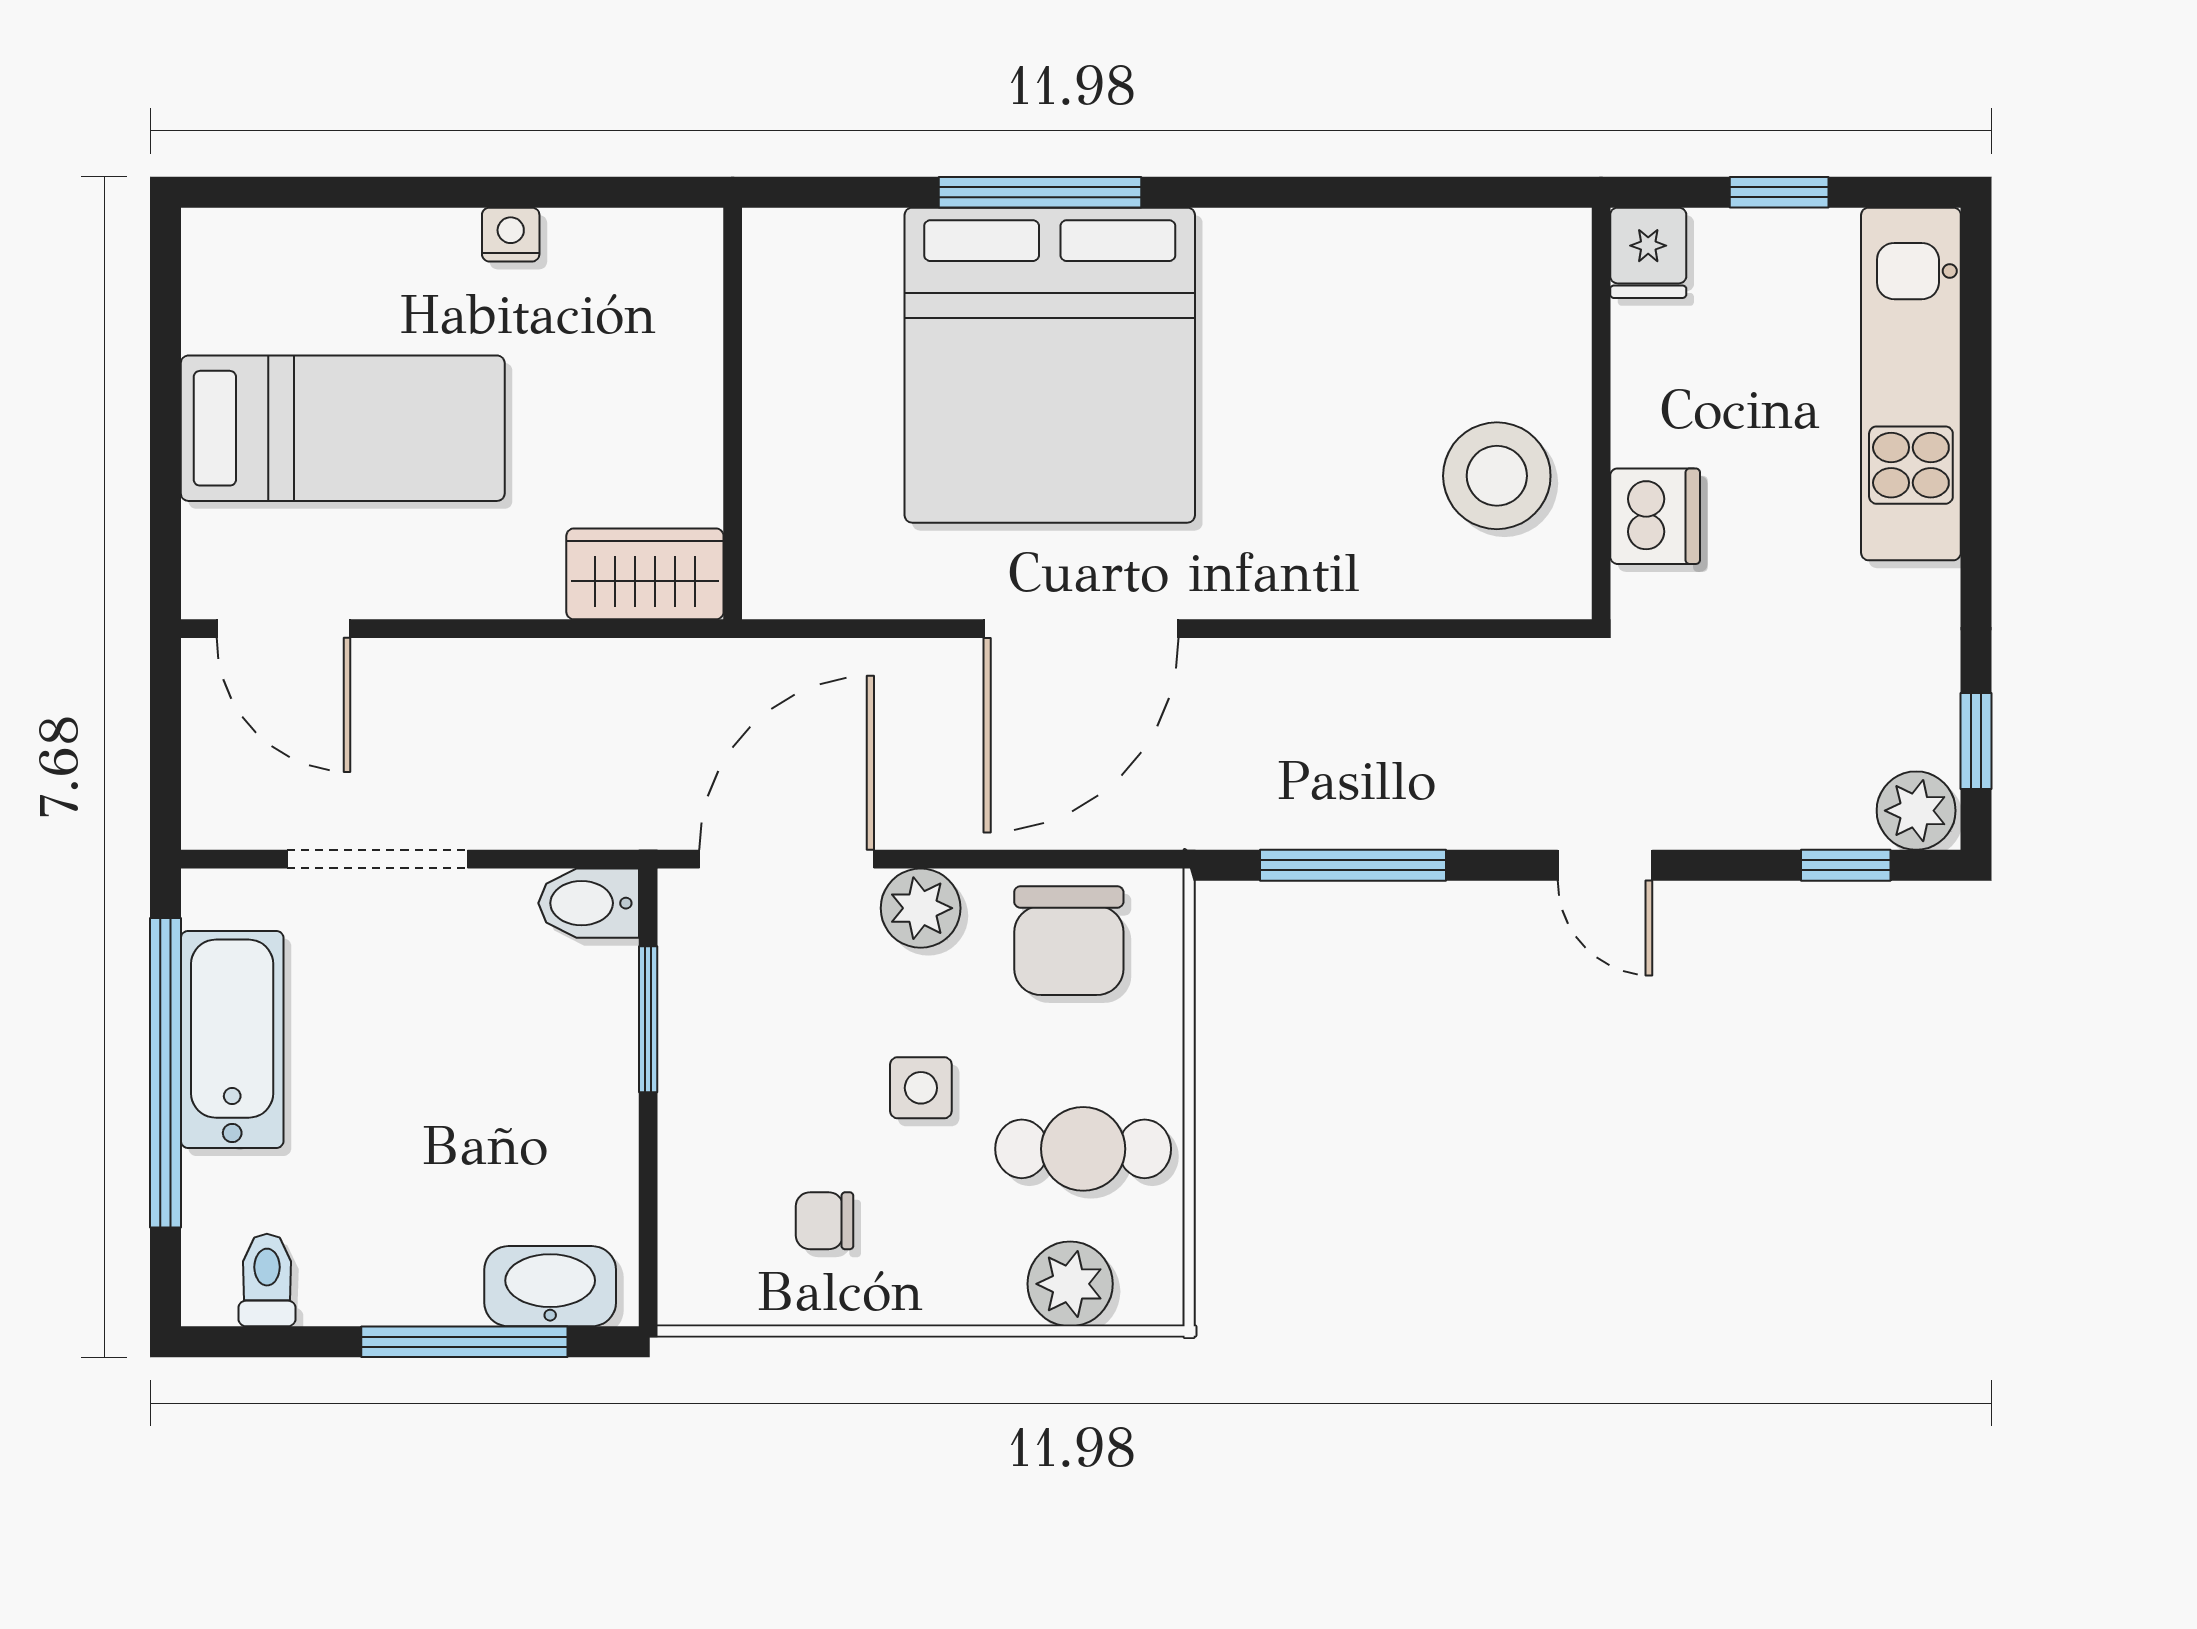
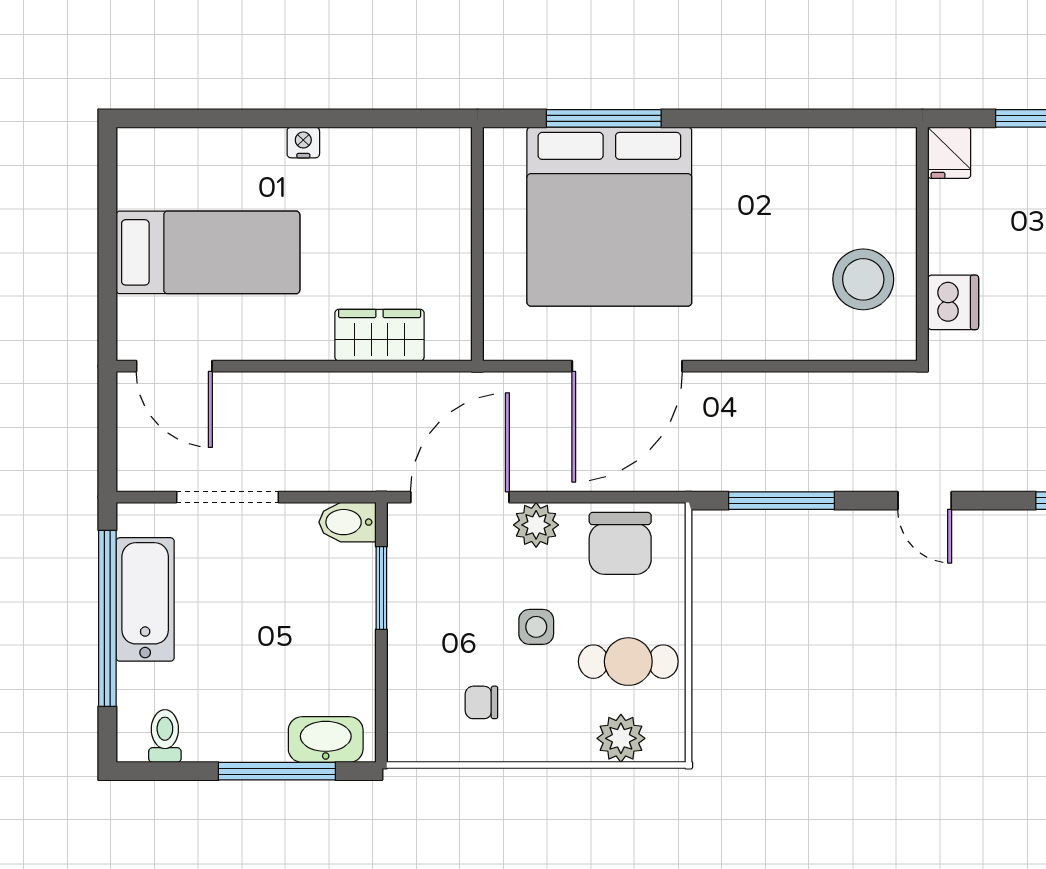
wall: (733, 413) -> (477, 244), moved

